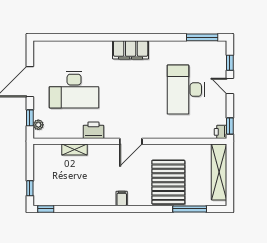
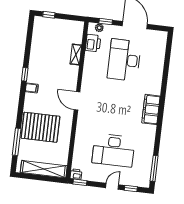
desk: (186, 90) -> (113, 150), turned 180
printer: (93, 130) -> (93, 43), moved
window: (46, 209) -> (25, 74), moved

